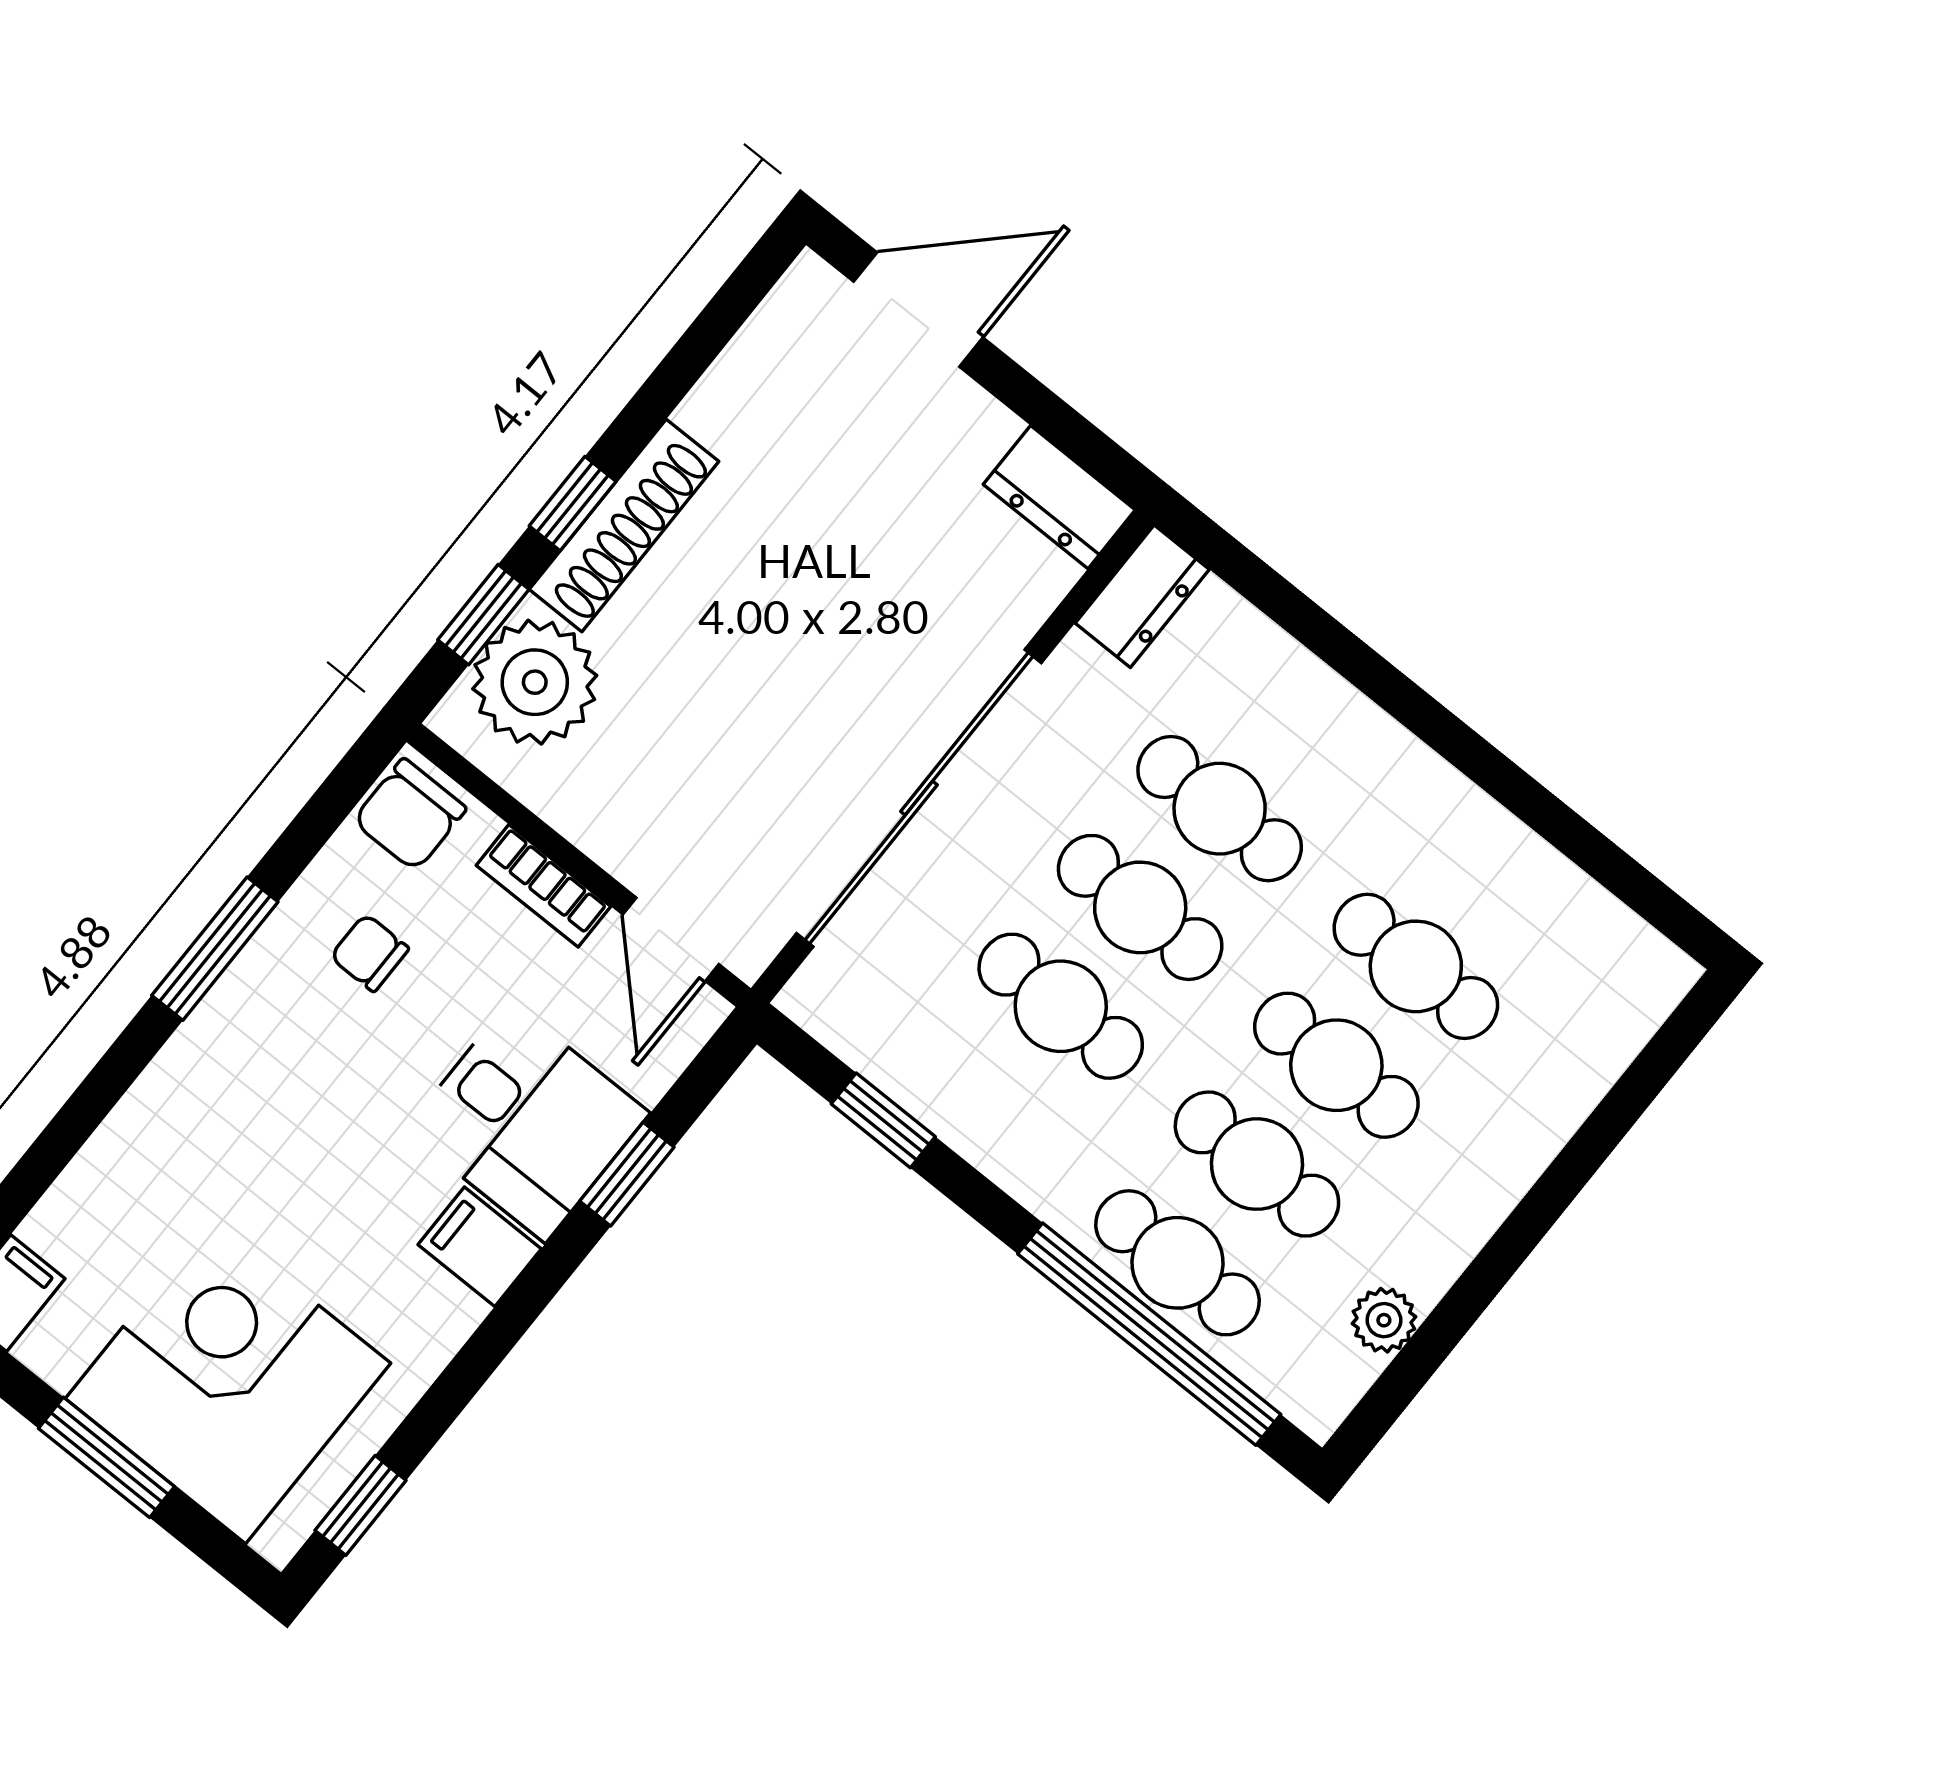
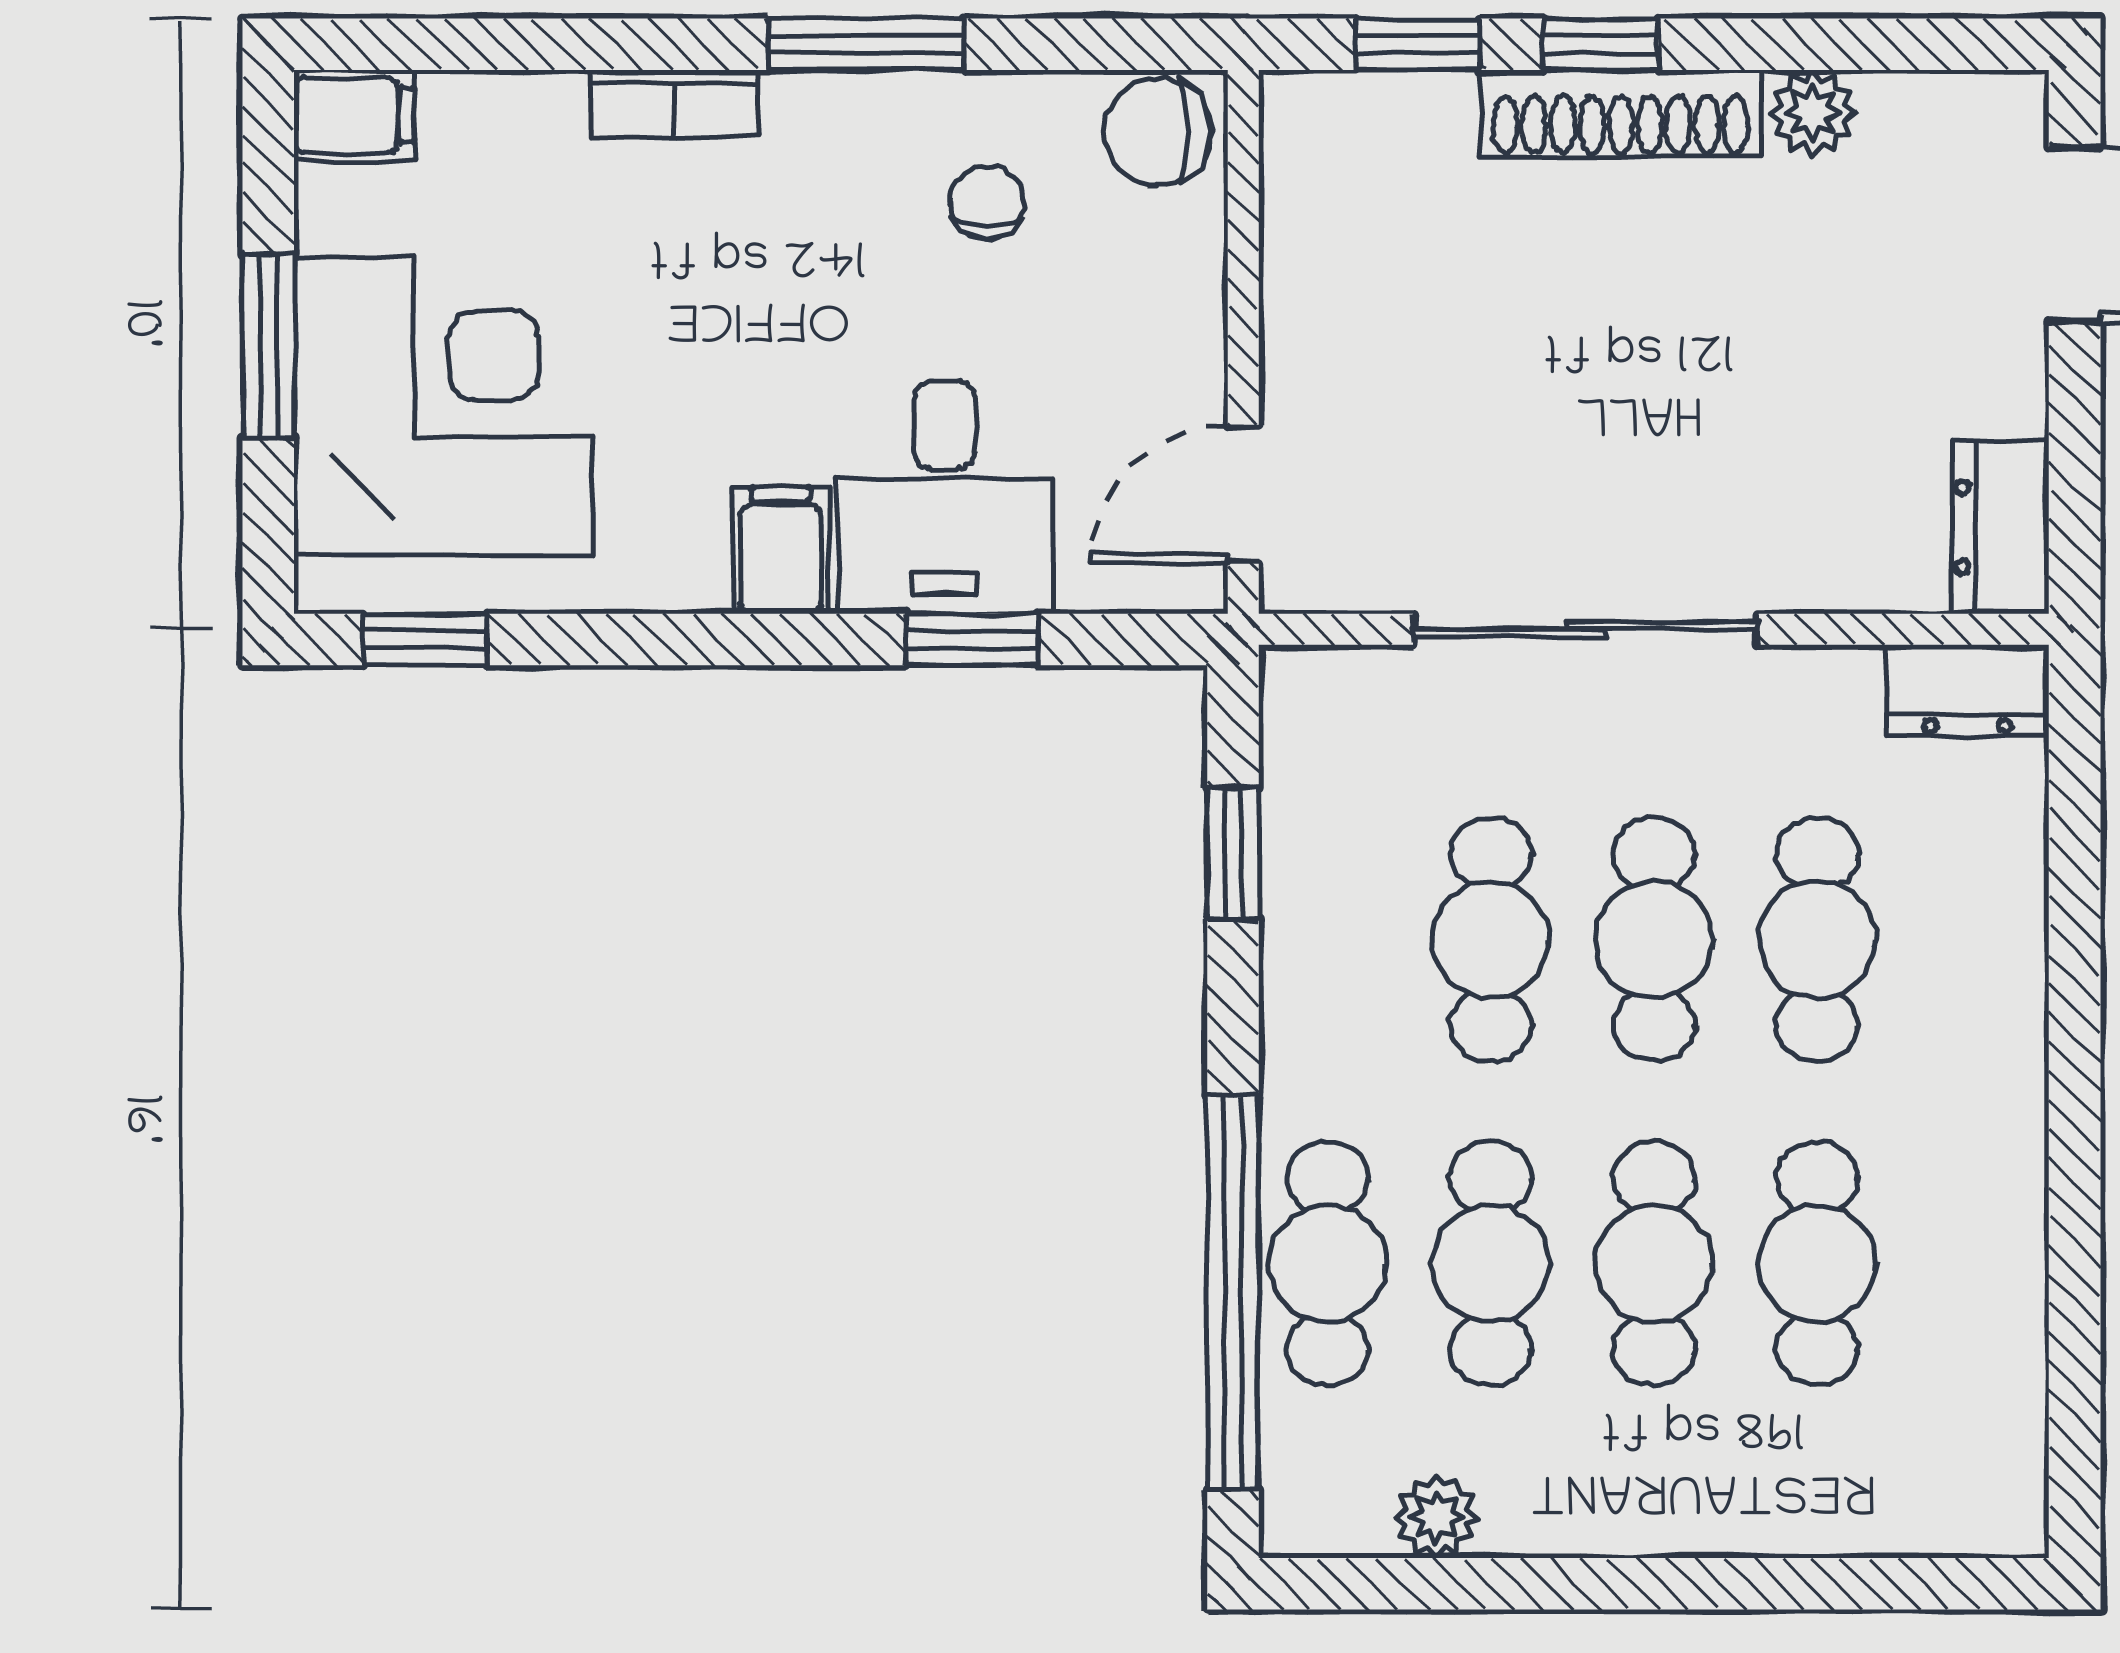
plant: (535, 682) -> (1813, 113), moved, width x0.53, depth x0.53
sliding door: (919, 798) -> (1585, 629), width x0.73
bookcase: (544, 886) -> (675, 104), moved, turned -90

